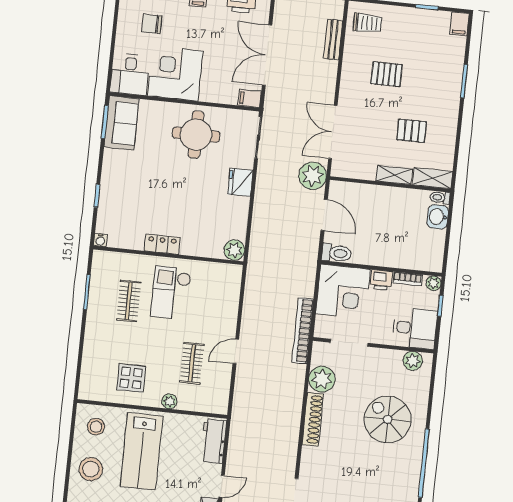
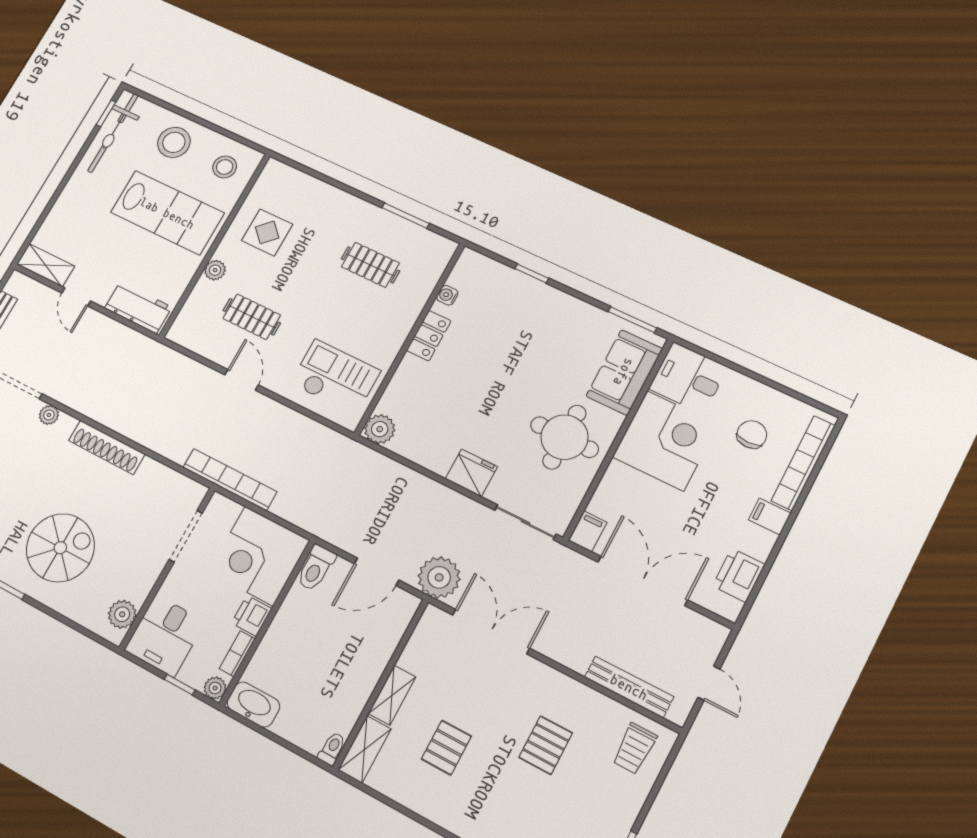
bench: (333, 39) -> (629, 687), width x1.36
sofa: (121, 123) -> (624, 372), moved, turned 90
washbasin: (438, 217) -> (253, 704), moved, width x1.38
water cooler: (100, 240) -> (447, 295), moved
checkout: (171, 293) -> (335, 377), moved
plant: (322, 379) -> (49, 415), moved, width x0.53, depth x0.53
lab bench: (142, 451) -> (167, 213), turned 180

